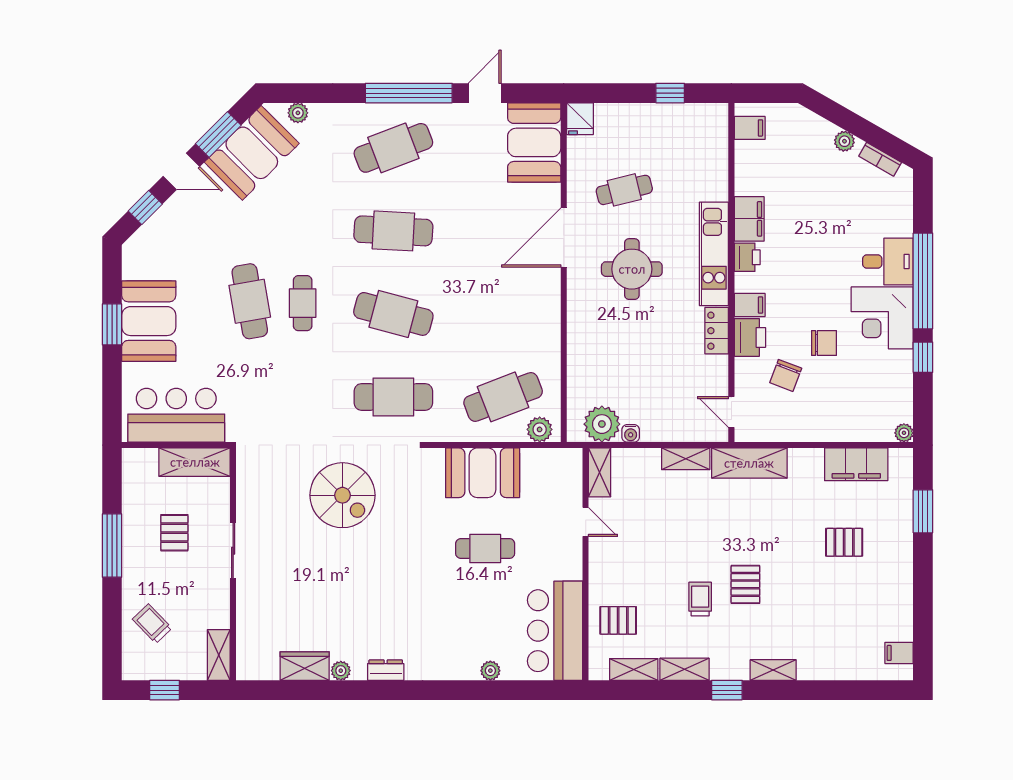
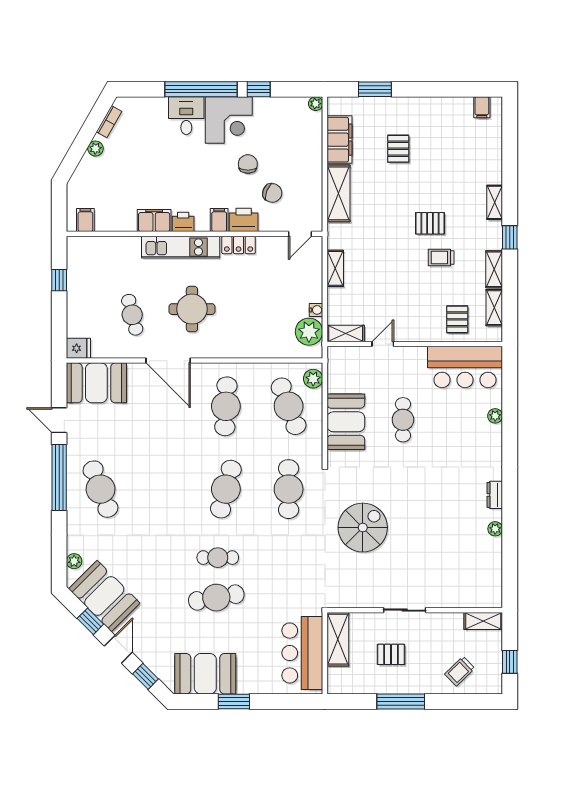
window: (218, 135) -> (90, 621), width x0.67
cafe table: (393, 231) -> (226, 406), moved
booth: (149, 321) -> (205, 674), moved
shelving: (749, 463) -> (338, 193), moved
wardrobe: (305, 666) -> (492, 556), removed

